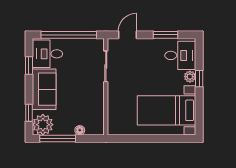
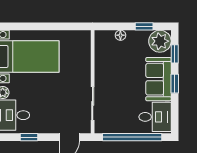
window: (165, 35) -> (29, 137), width x0.67
window: (29, 66) -> (175, 84), moved
window: (58, 138) -> (144, 26), width x0.46

